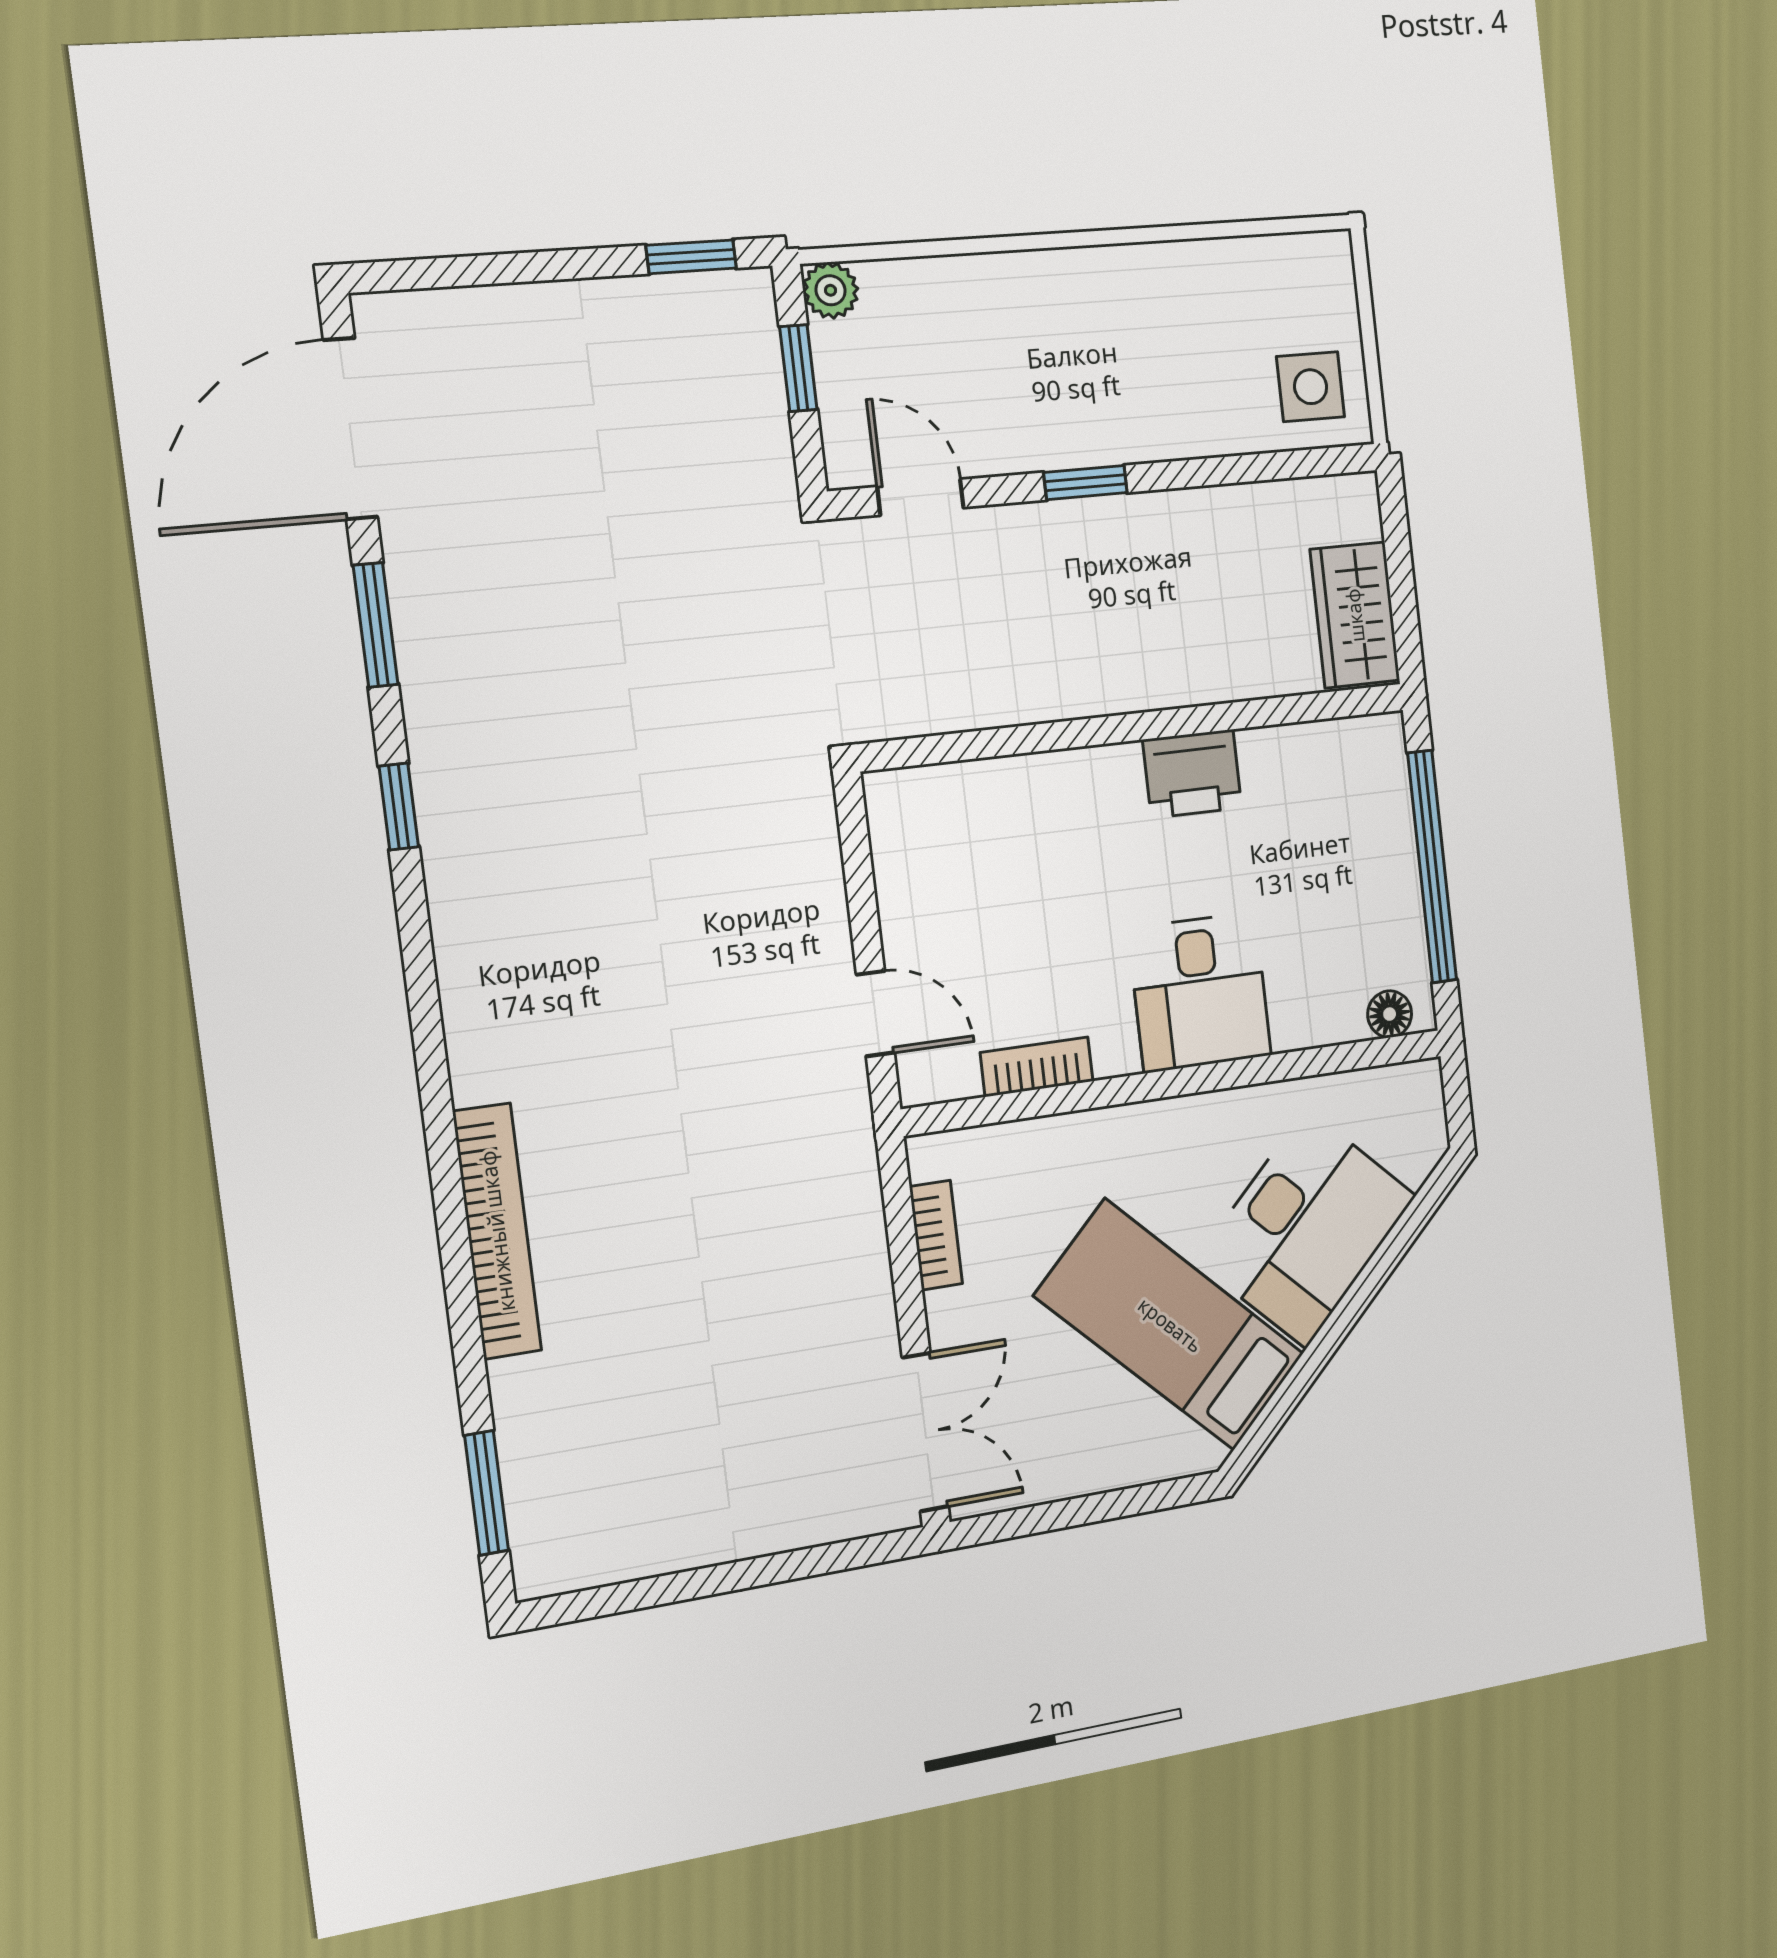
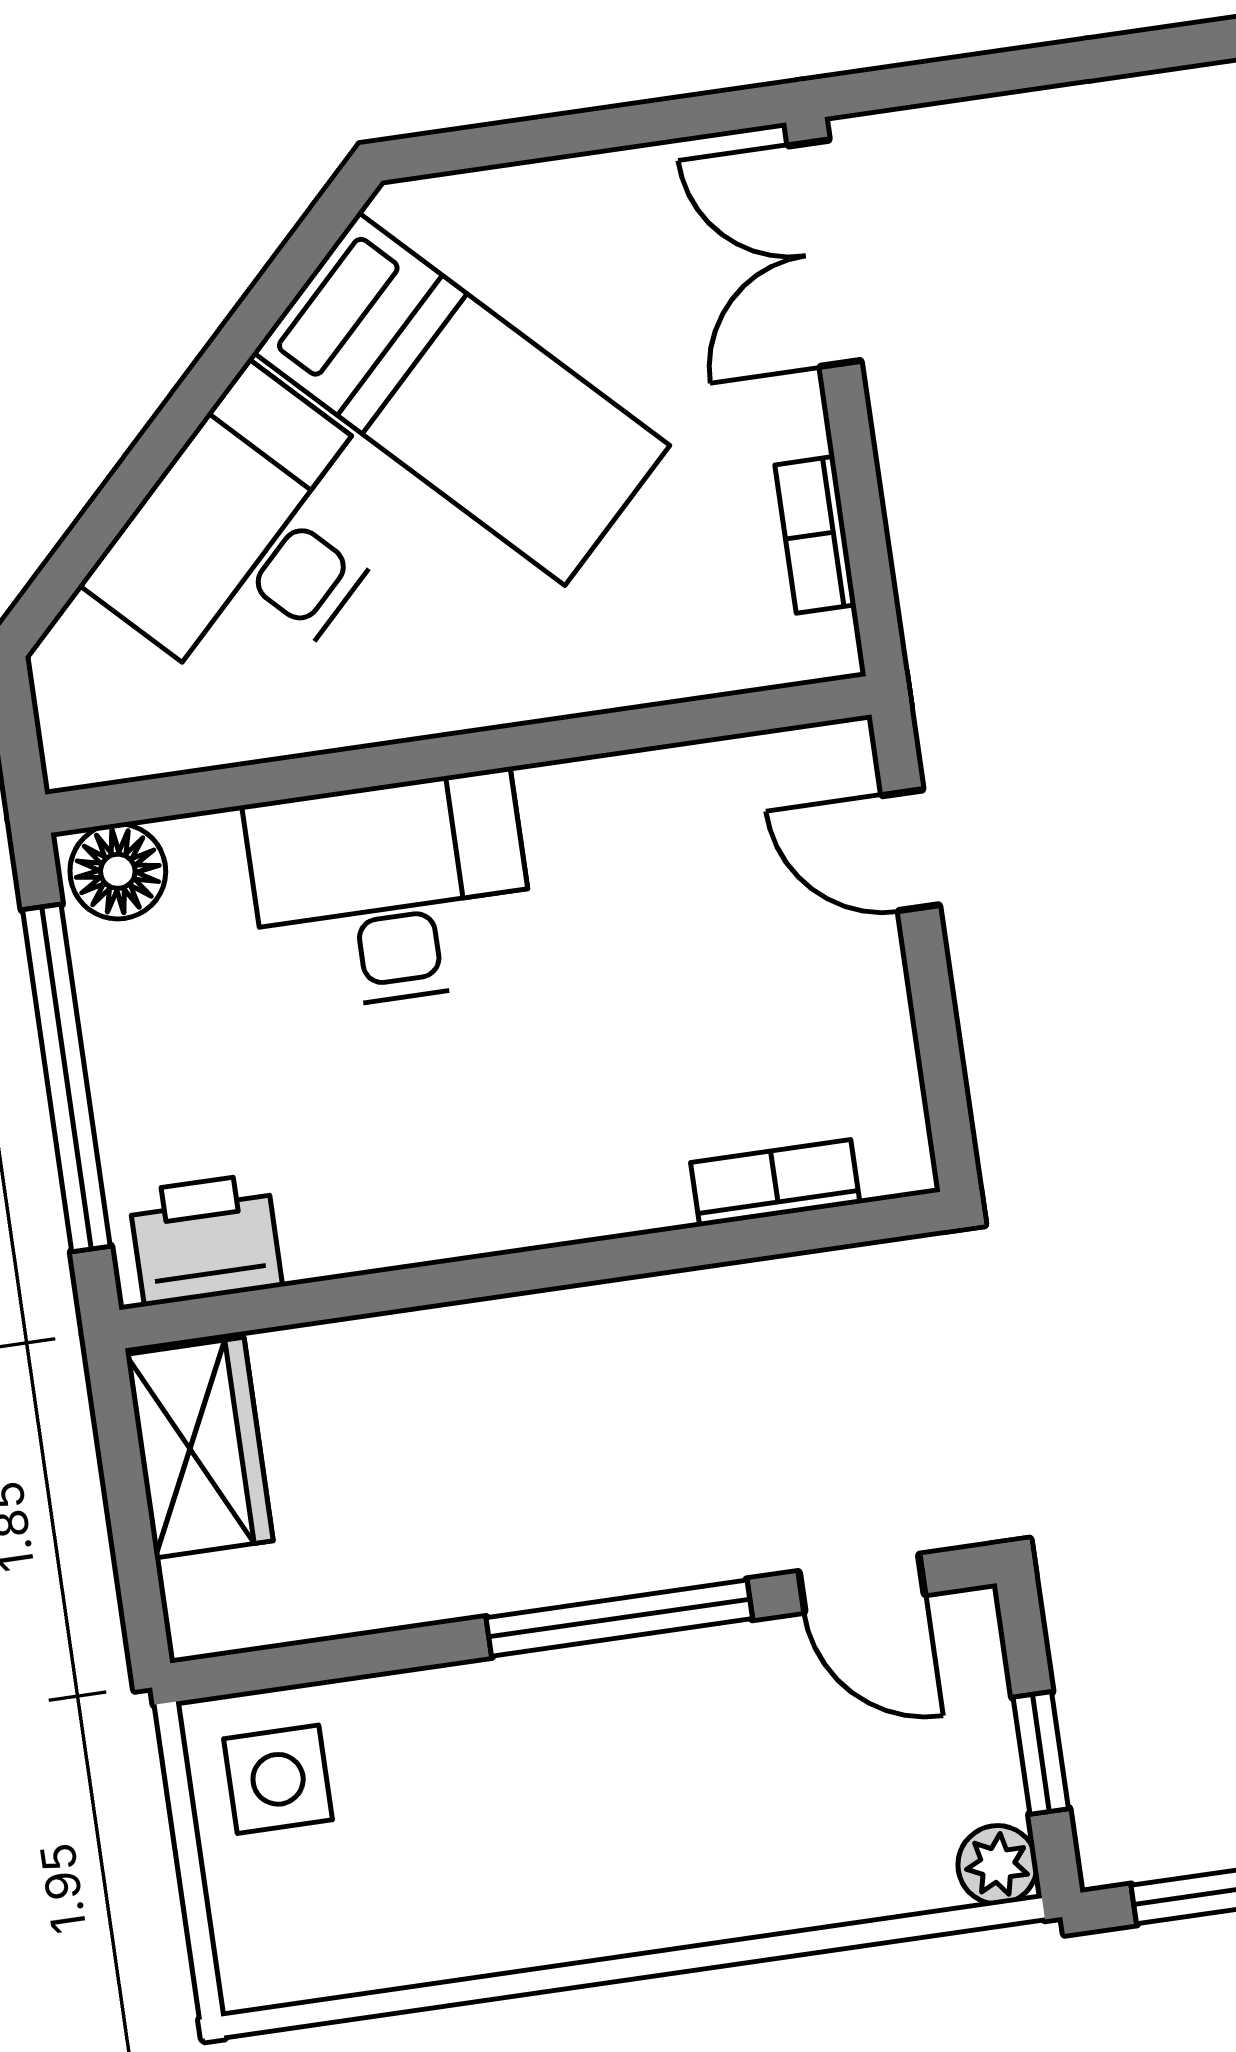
window: (1085, 483) -> (619, 1618), width x2.17
printer: (1192, 774) -> (205, 1239), moved
desk: (1200, 992) -> (391, 891), width x1.37
floor lamp: (1390, 1014) -> (118, 871), width x1.37, depth x1.37
bookcase: (1037, 1067) -> (775, 1183), moved, turned 180

